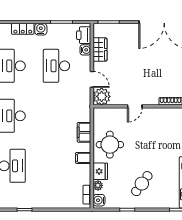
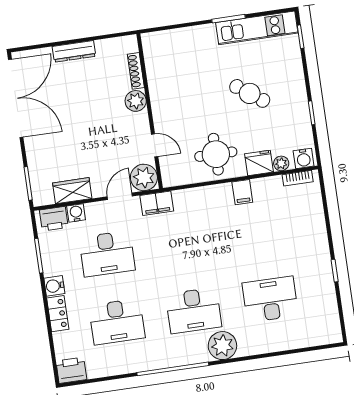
plant: (151, 98) -> (136, 101), added
door: (135, 106) -> (155, 145), moved
filing cabinet: (84, 132) -> (157, 203), moved
cafe table: (142, 184) -> (250, 93), moved

